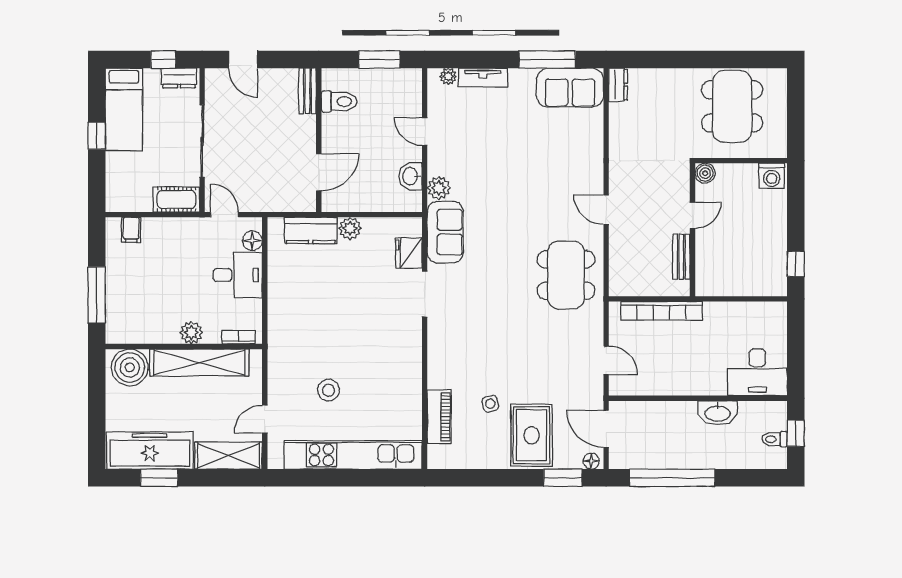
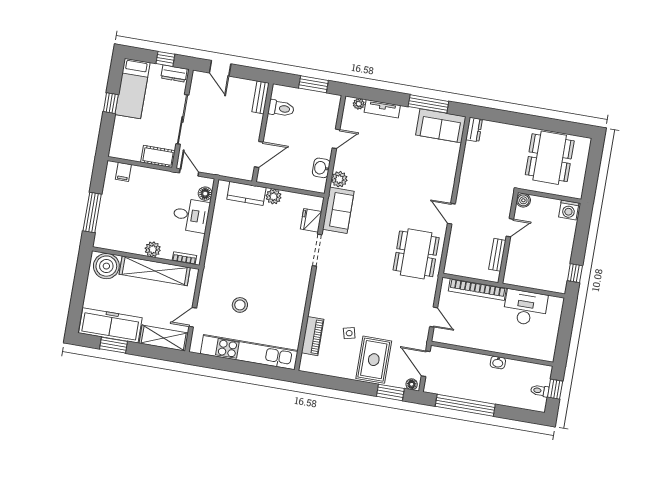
door: (425, 131) -> (336, 139), swing flipped
desk: (757, 372) -> (525, 308), moved, turned 180
washbasin: (718, 413) -> (498, 362), width x0.52, depth x0.69

